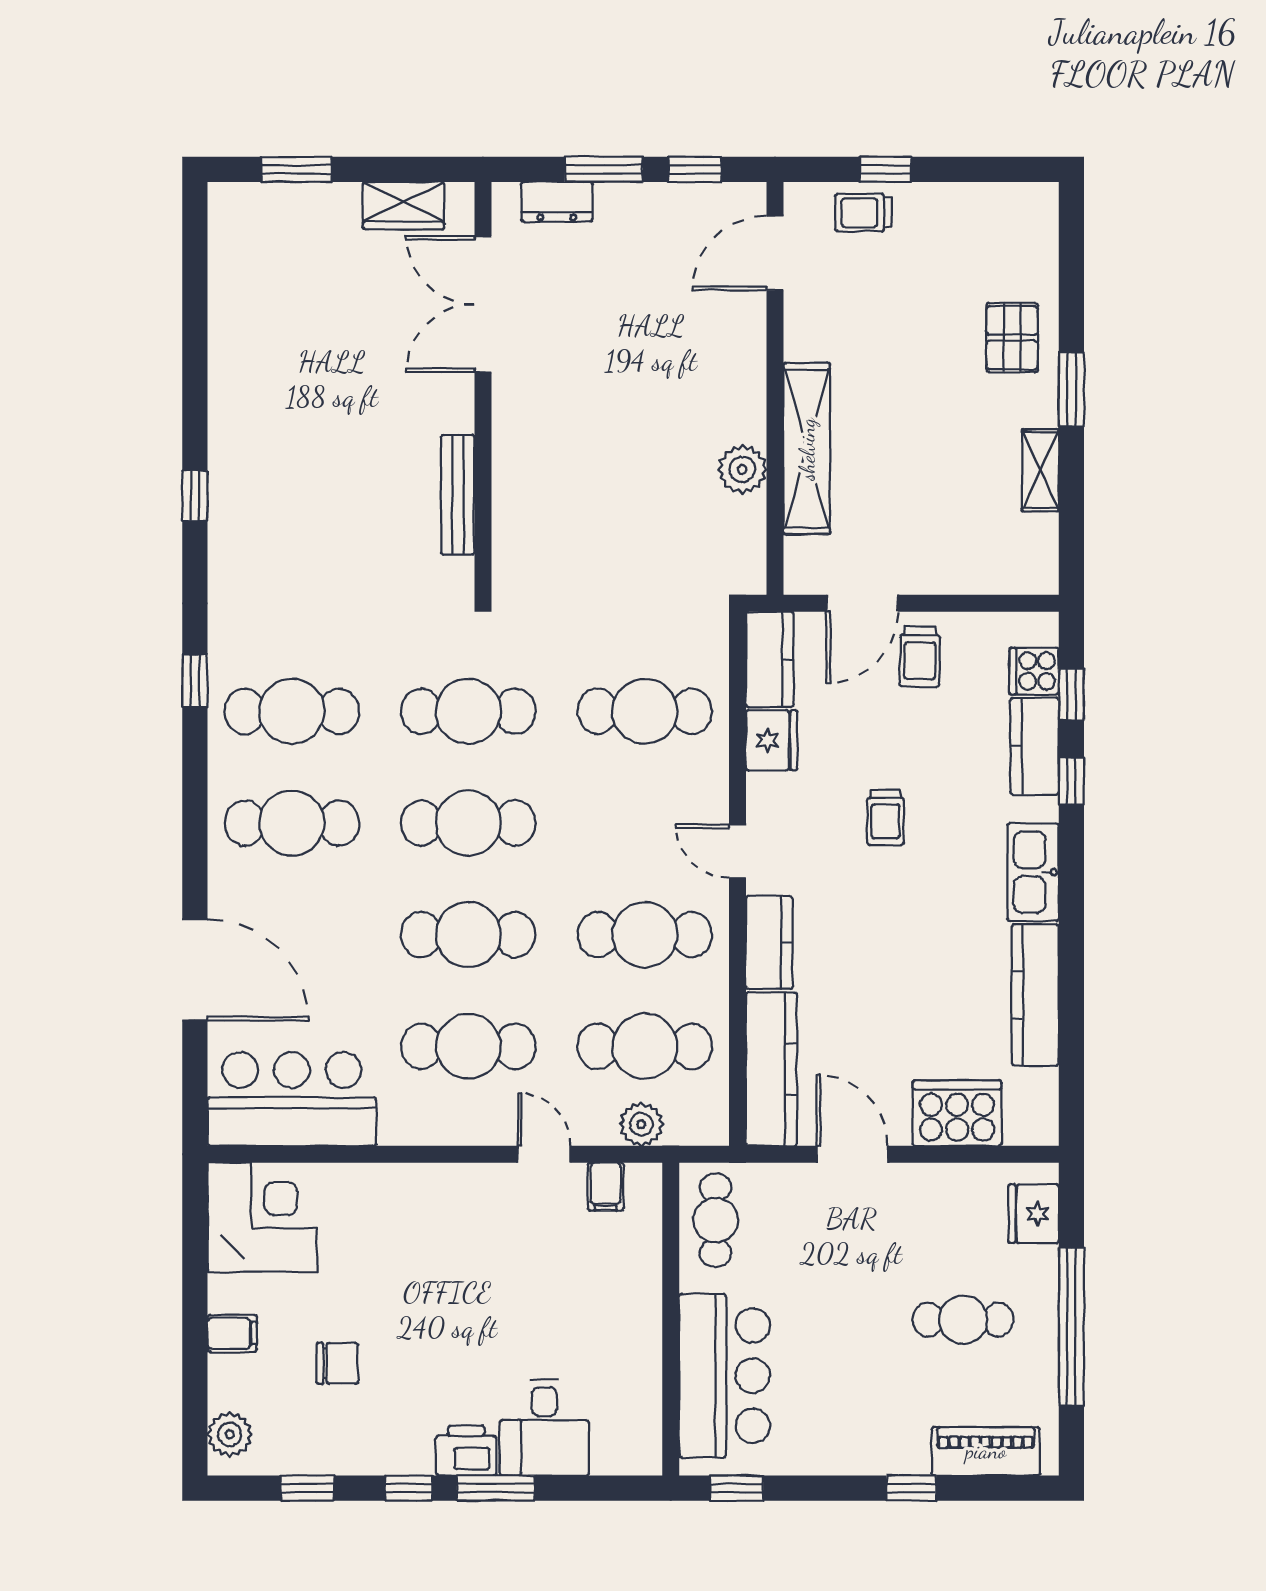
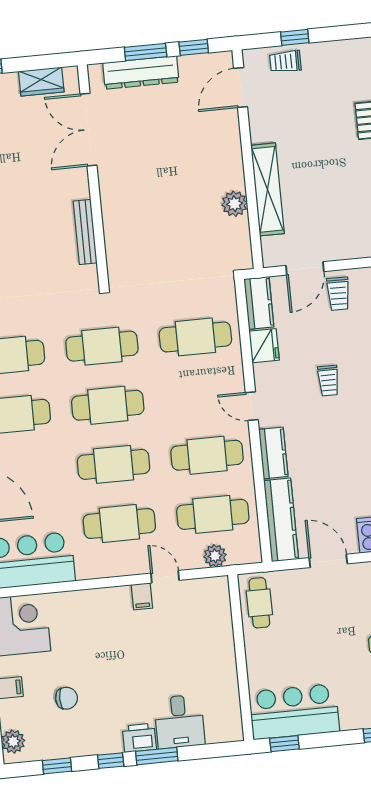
dresser: (557, 202) -> (141, 72), width x1.96, depth x1.24
filing cabinet: (606, 1187) -> (142, 596), moved
bar counter: (724, 1376) -> (294, 712), moved, turned -90

